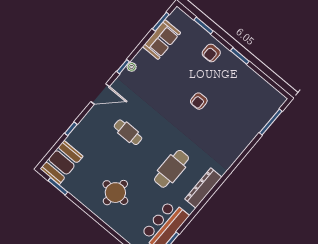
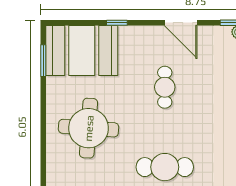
booth: (62, 162) -> (82, 50), width x1.36, depth x1.42
round table: (115, 193) -> (89, 128), width x1.36, depth x1.36

